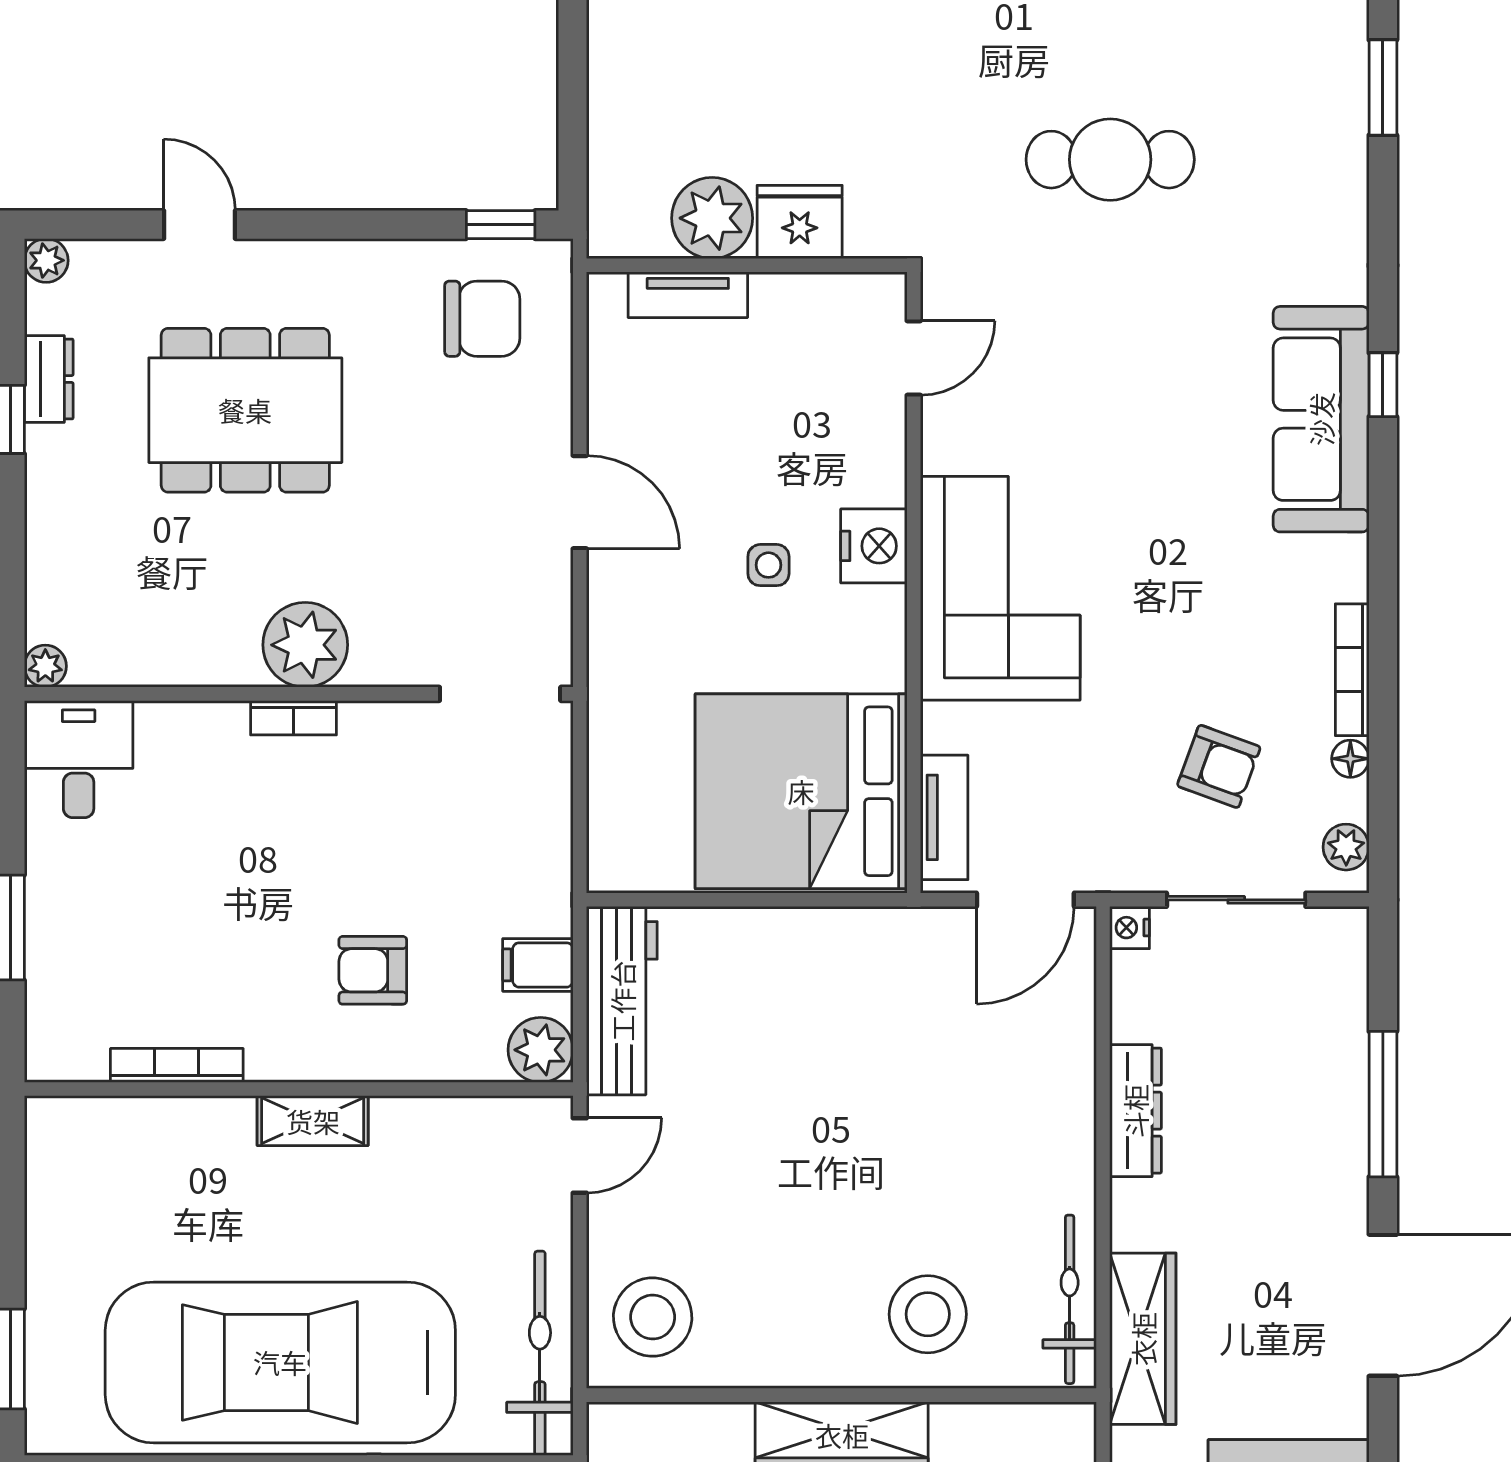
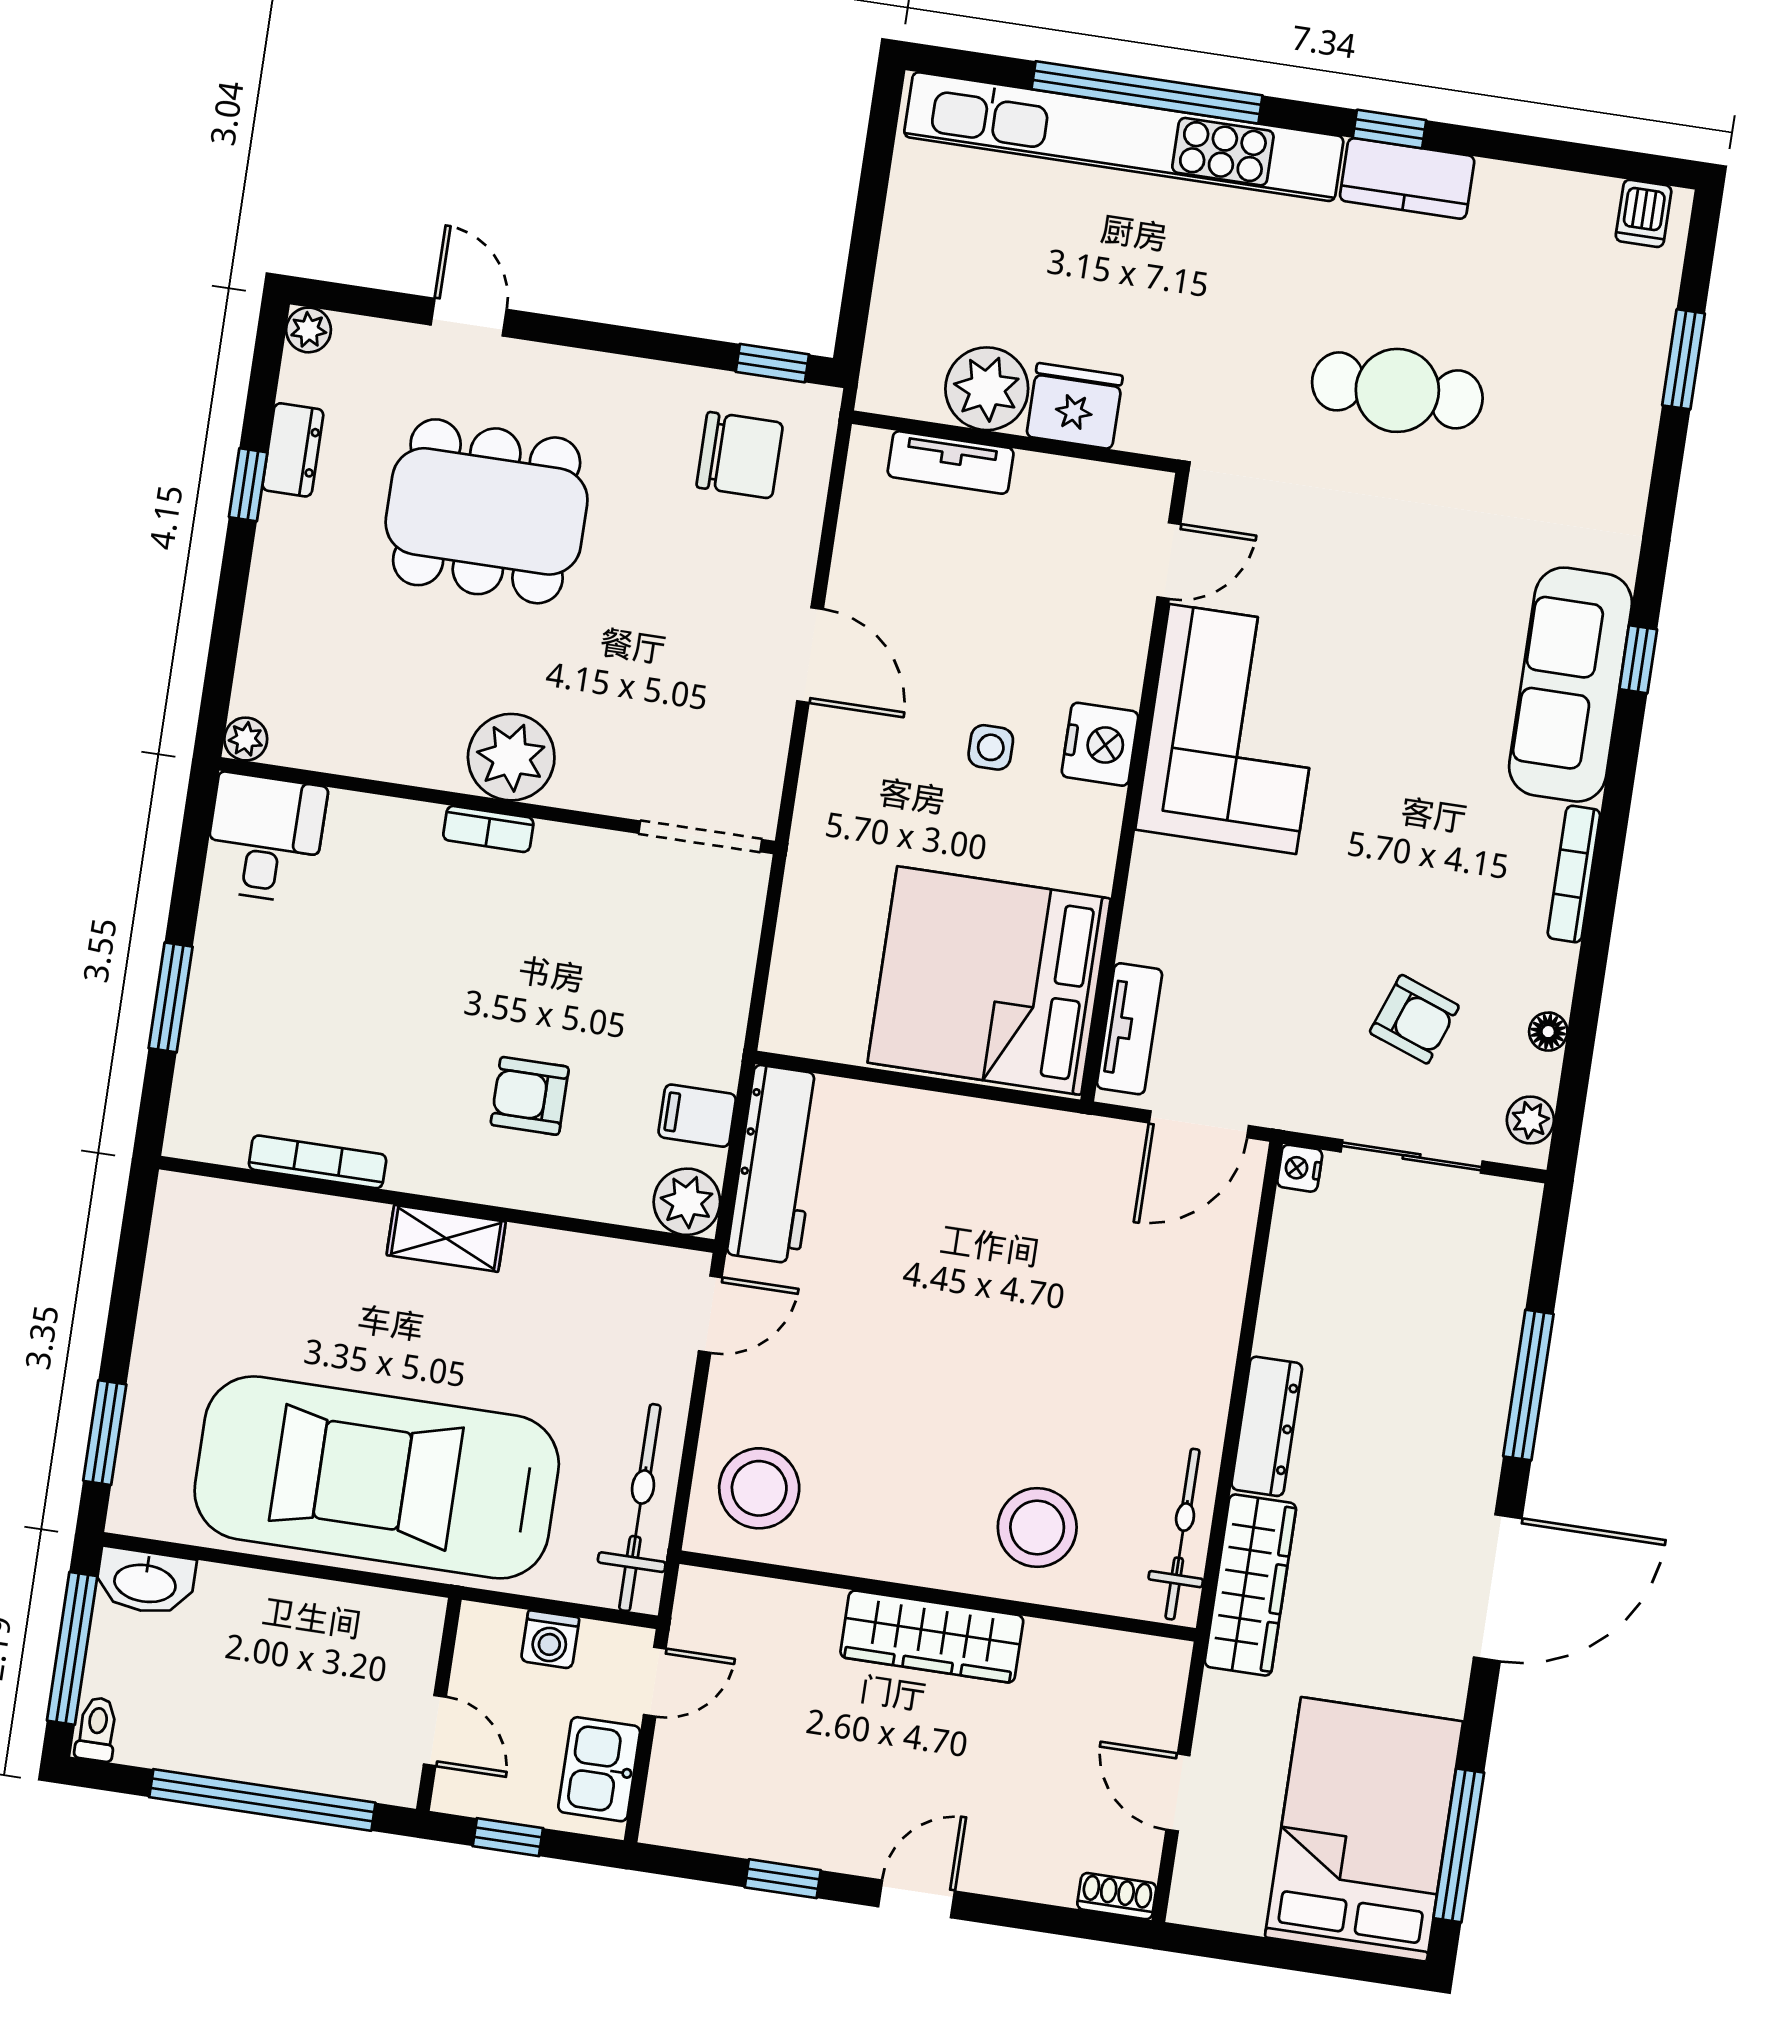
corner sofa: (1000, 588) -> (1233, 729), moved
bookcase: (1352, 670) -> (1574, 874), moved
dresser: (1135, 1111) -> (1267, 1426), moved

